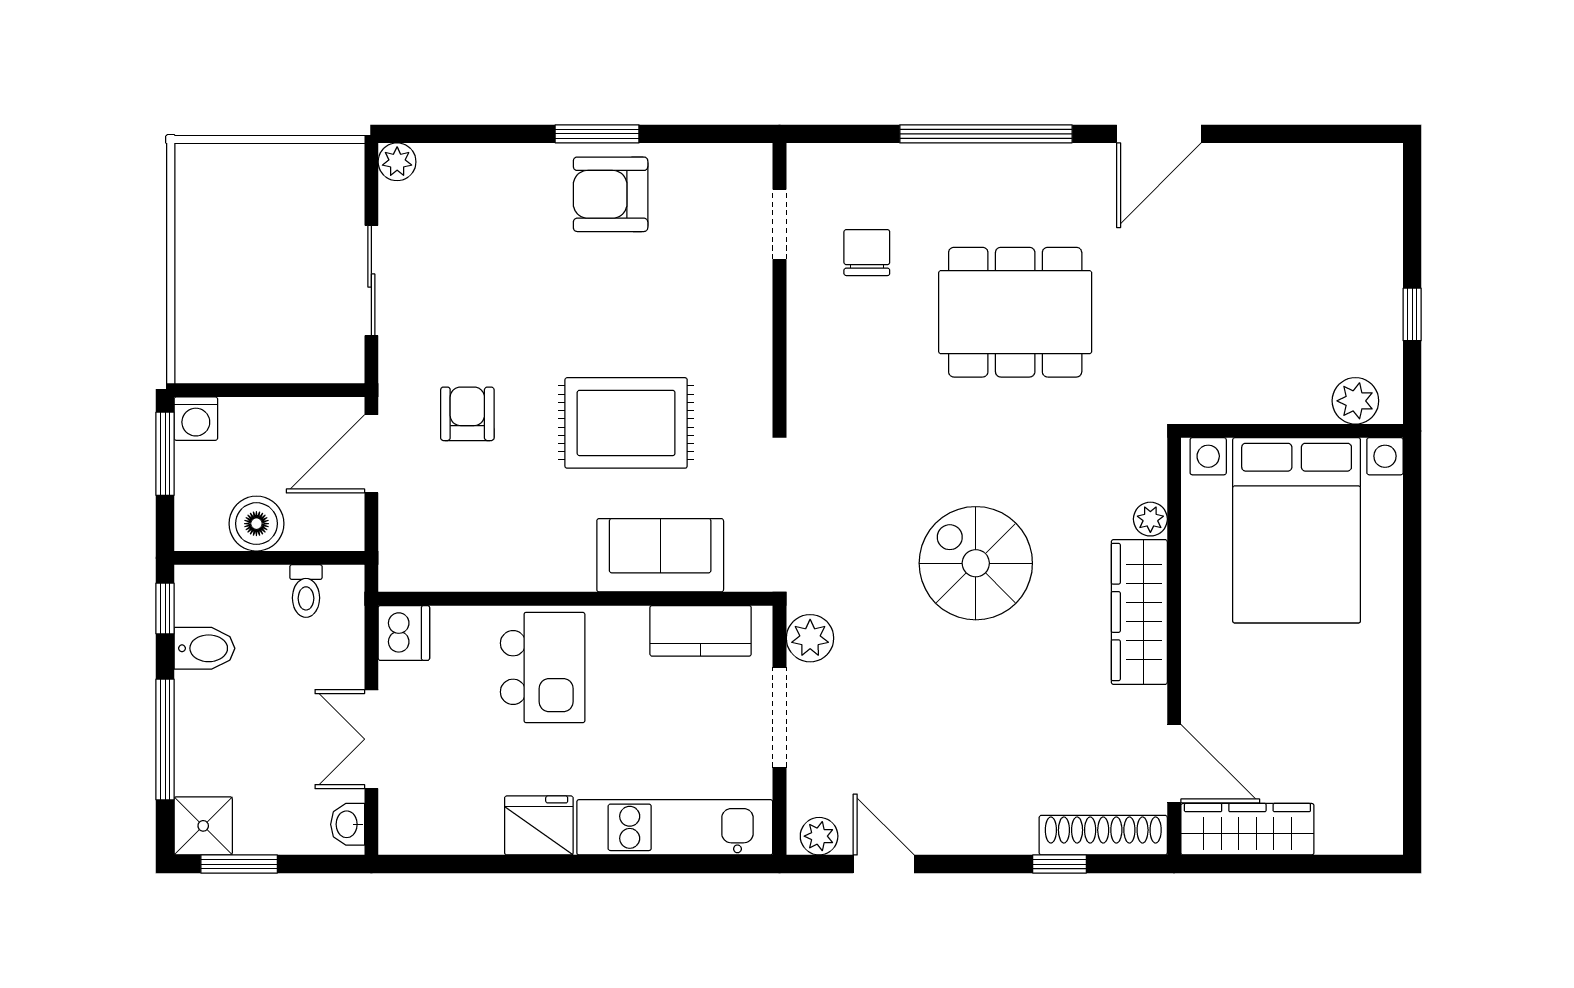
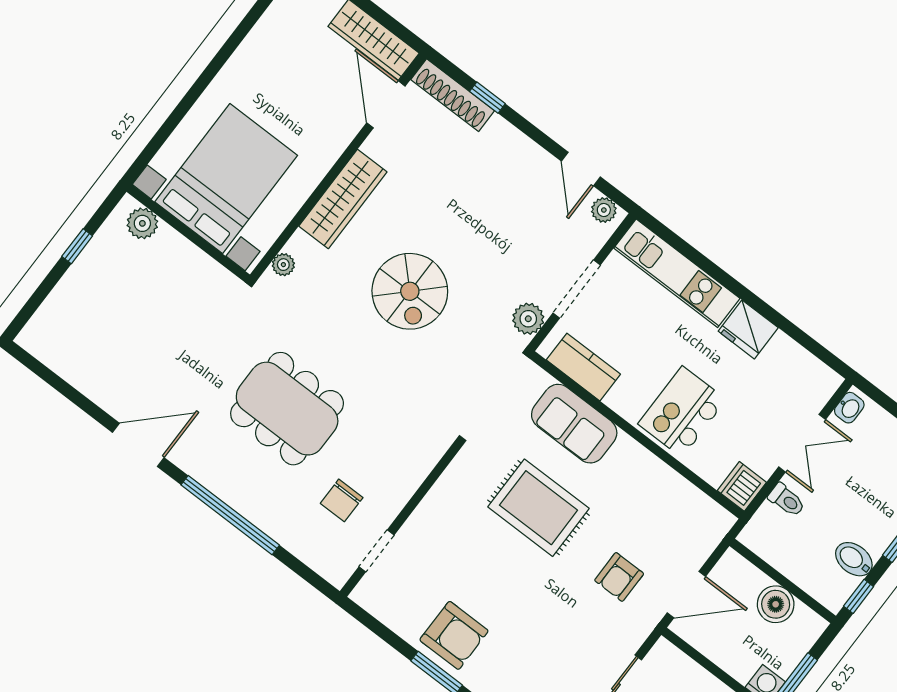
plant: (1150, 519) -> (283, 265), moved
toilet: (306, 591) -> (787, 500), moved, turned 90

